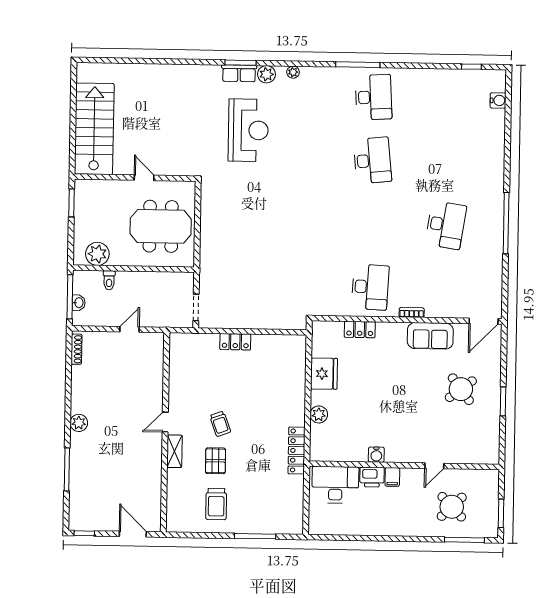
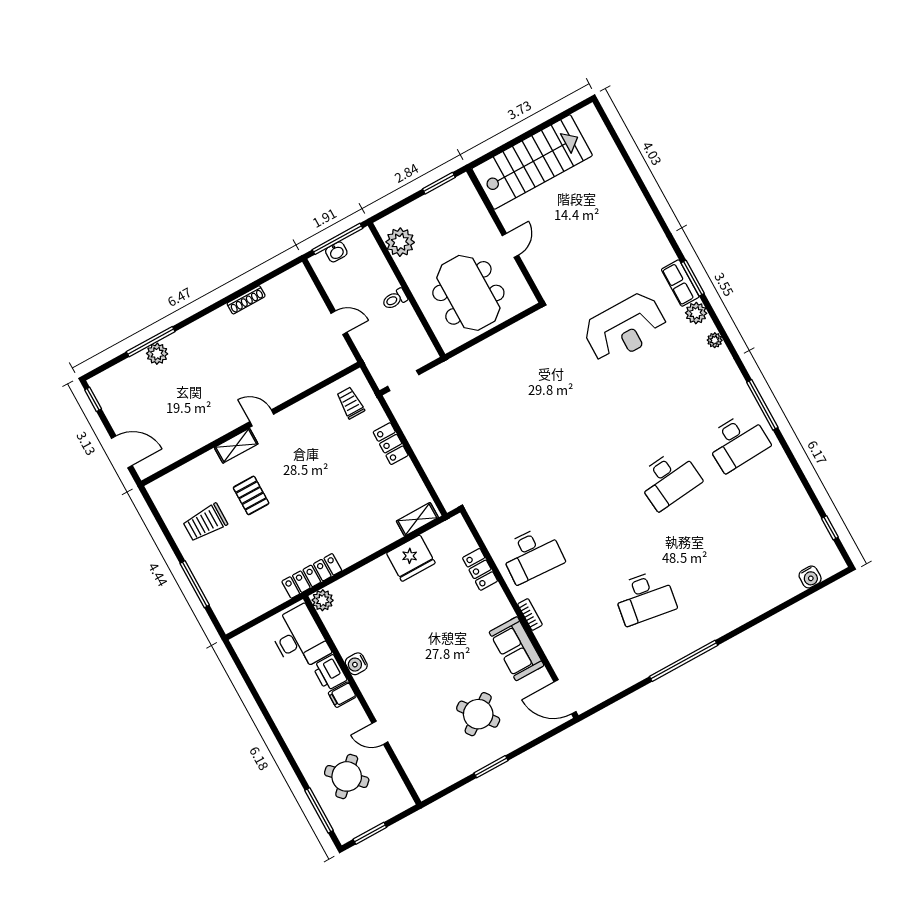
toilet: (109, 280) -> (395, 299), moved
shoe rack: (77, 349) -> (246, 300), moved
shelving: (299, 353) -> (417, 519), added
plant: (319, 414) -> (323, 600), moved
plant: (79, 423) -> (157, 354), moved
trolley: (220, 424) -> (350, 403), moved, turned 110
pallet: (216, 461) -> (251, 495), turned 90
door: (133, 534) -> (122, 452), hinge flipped

